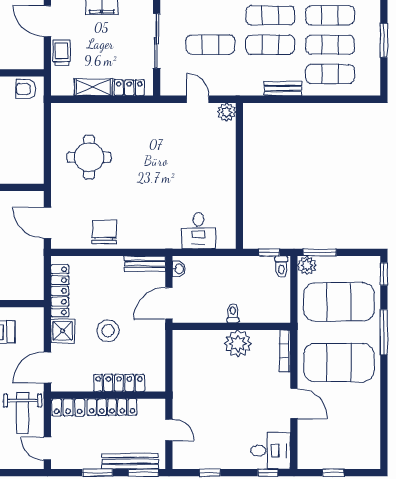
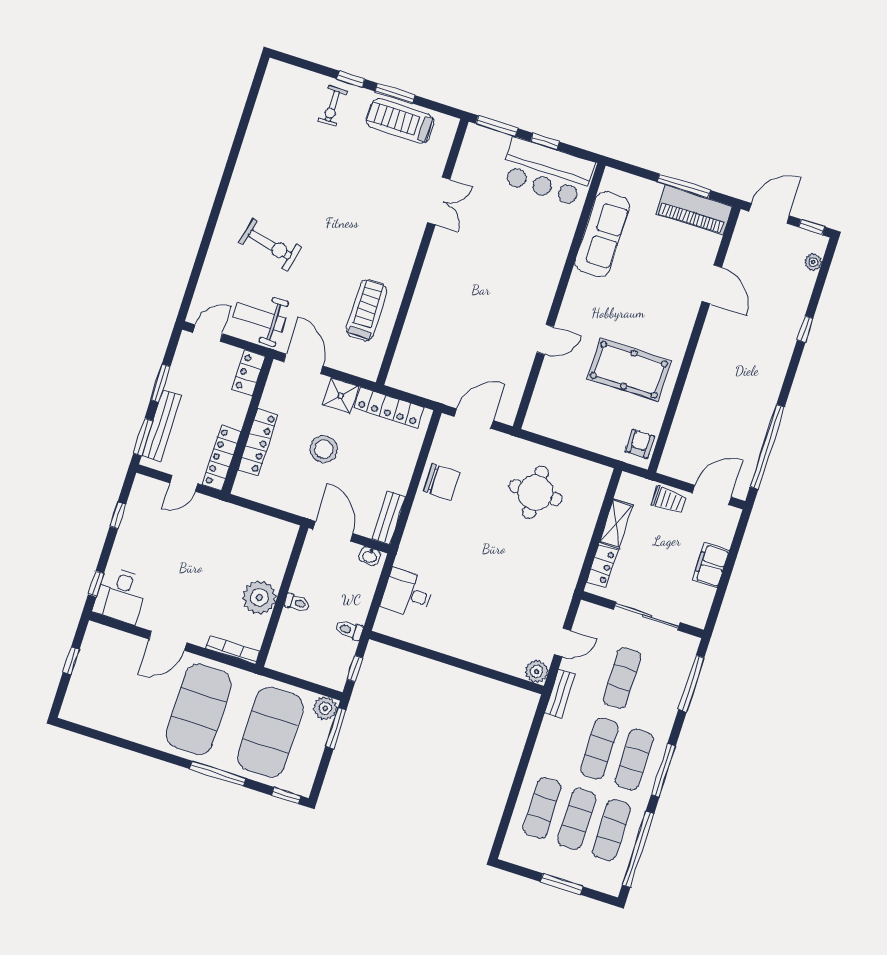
bench: (283, 89) -> (560, 694), moved
toilet: (281, 267) -> (349, 630), moved
locker: (112, 407) -> (222, 458), moved

